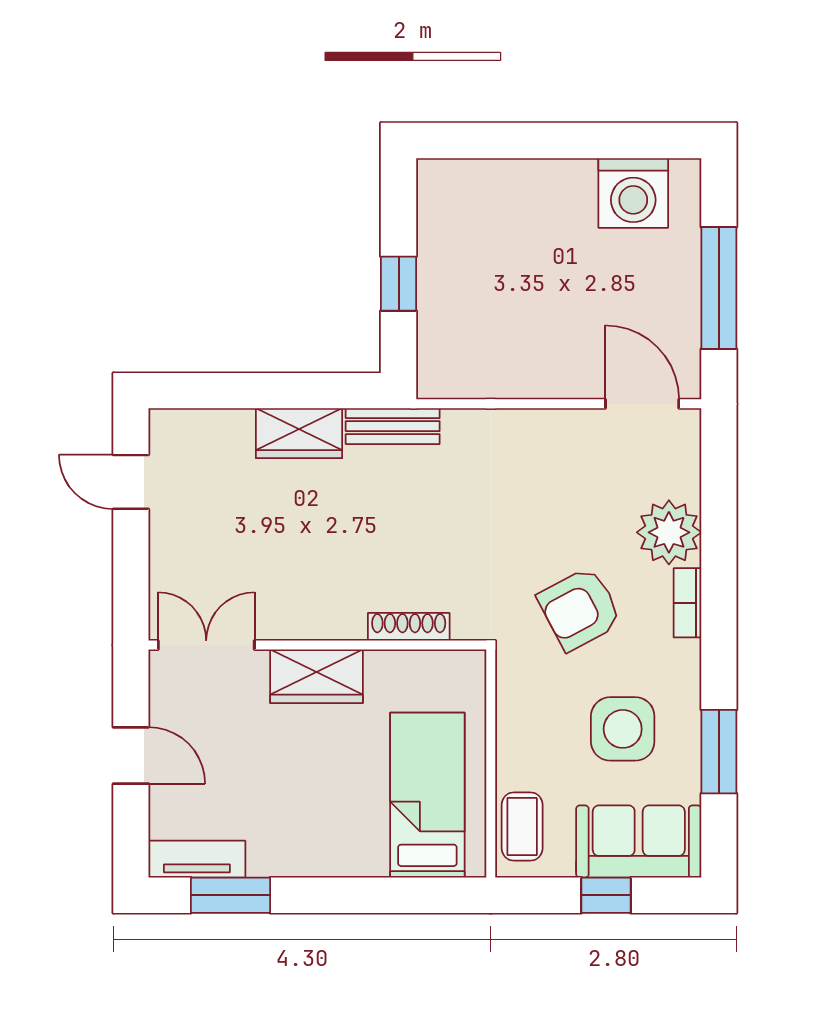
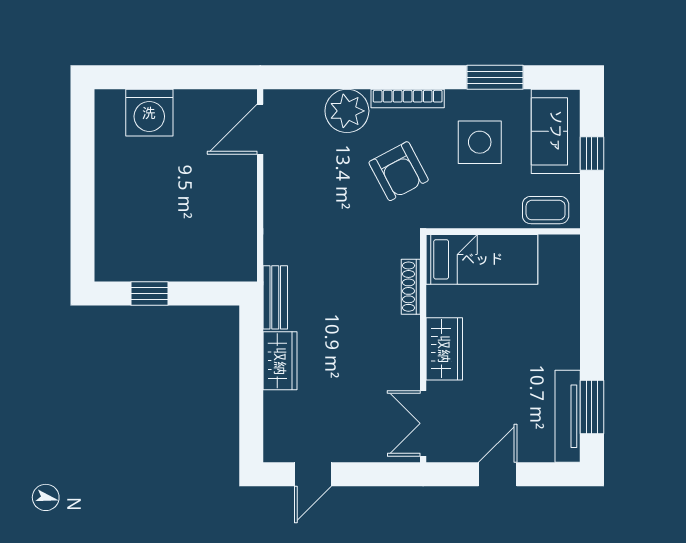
washing machine: (633, 193) -> (149, 113), moved, turned 90
window: (399, 284) -> (150, 294), moved
window: (719, 288) -> (182, 77), removed
bookcase: (687, 603) -> (408, 98), width x1.56
bed: (427, 795) -> (482, 259), moved, turned 180
tv unit: (197, 859) -> (568, 416), width x1.41

